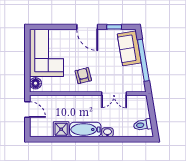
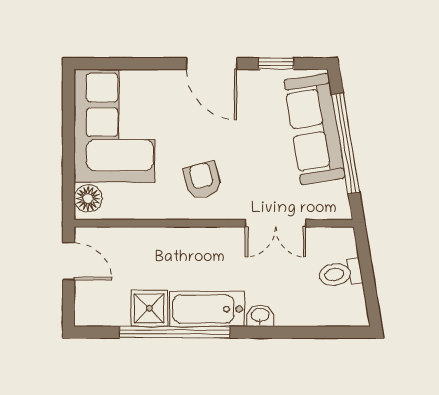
sofa: (129, 48) -> (315, 129), width x1.36
toilet: (143, 125) -> (340, 274), moved
window: (72, 139) -> (175, 332), added

